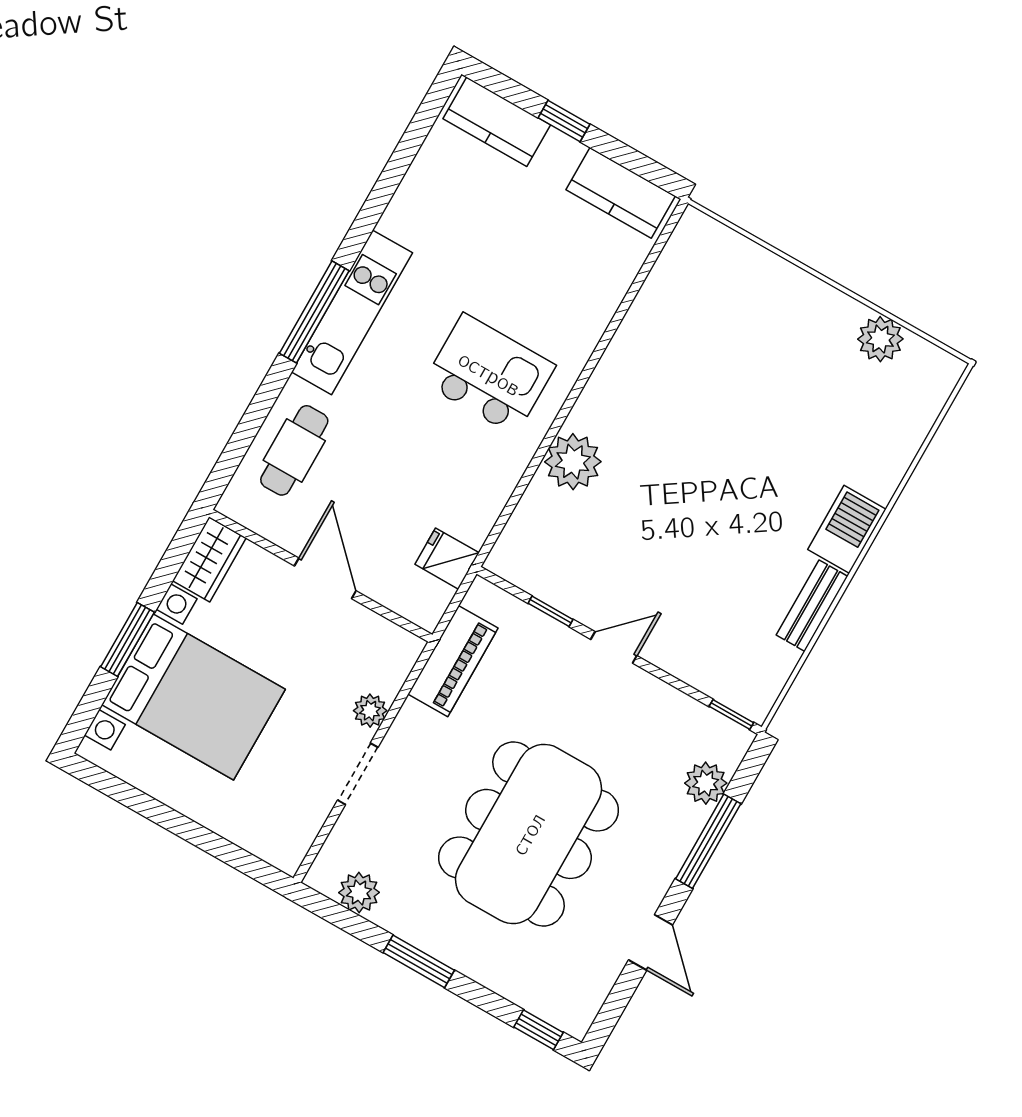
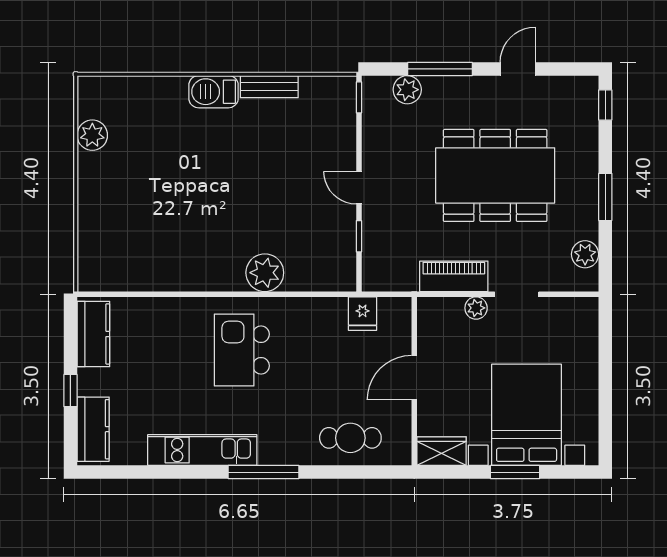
kitchen unit: (352, 312) -> (202, 450), moved
piano: (453, 661) -> (454, 276), moved

